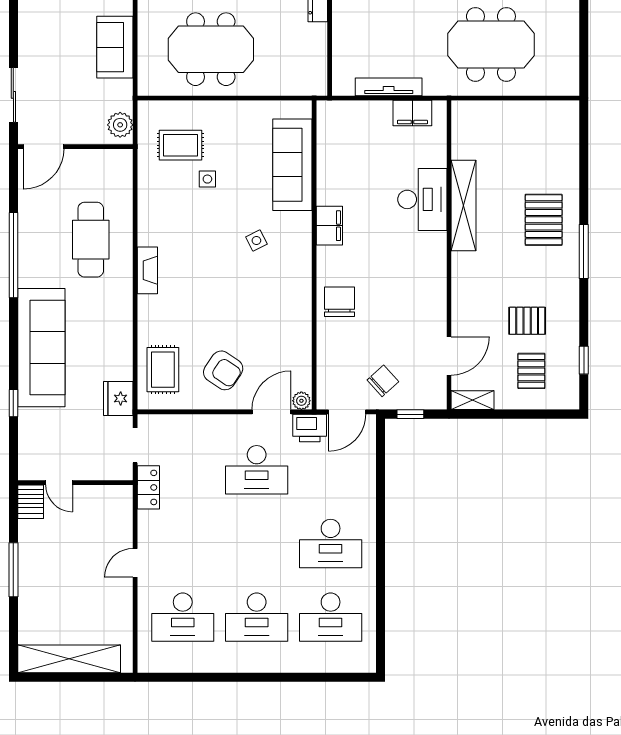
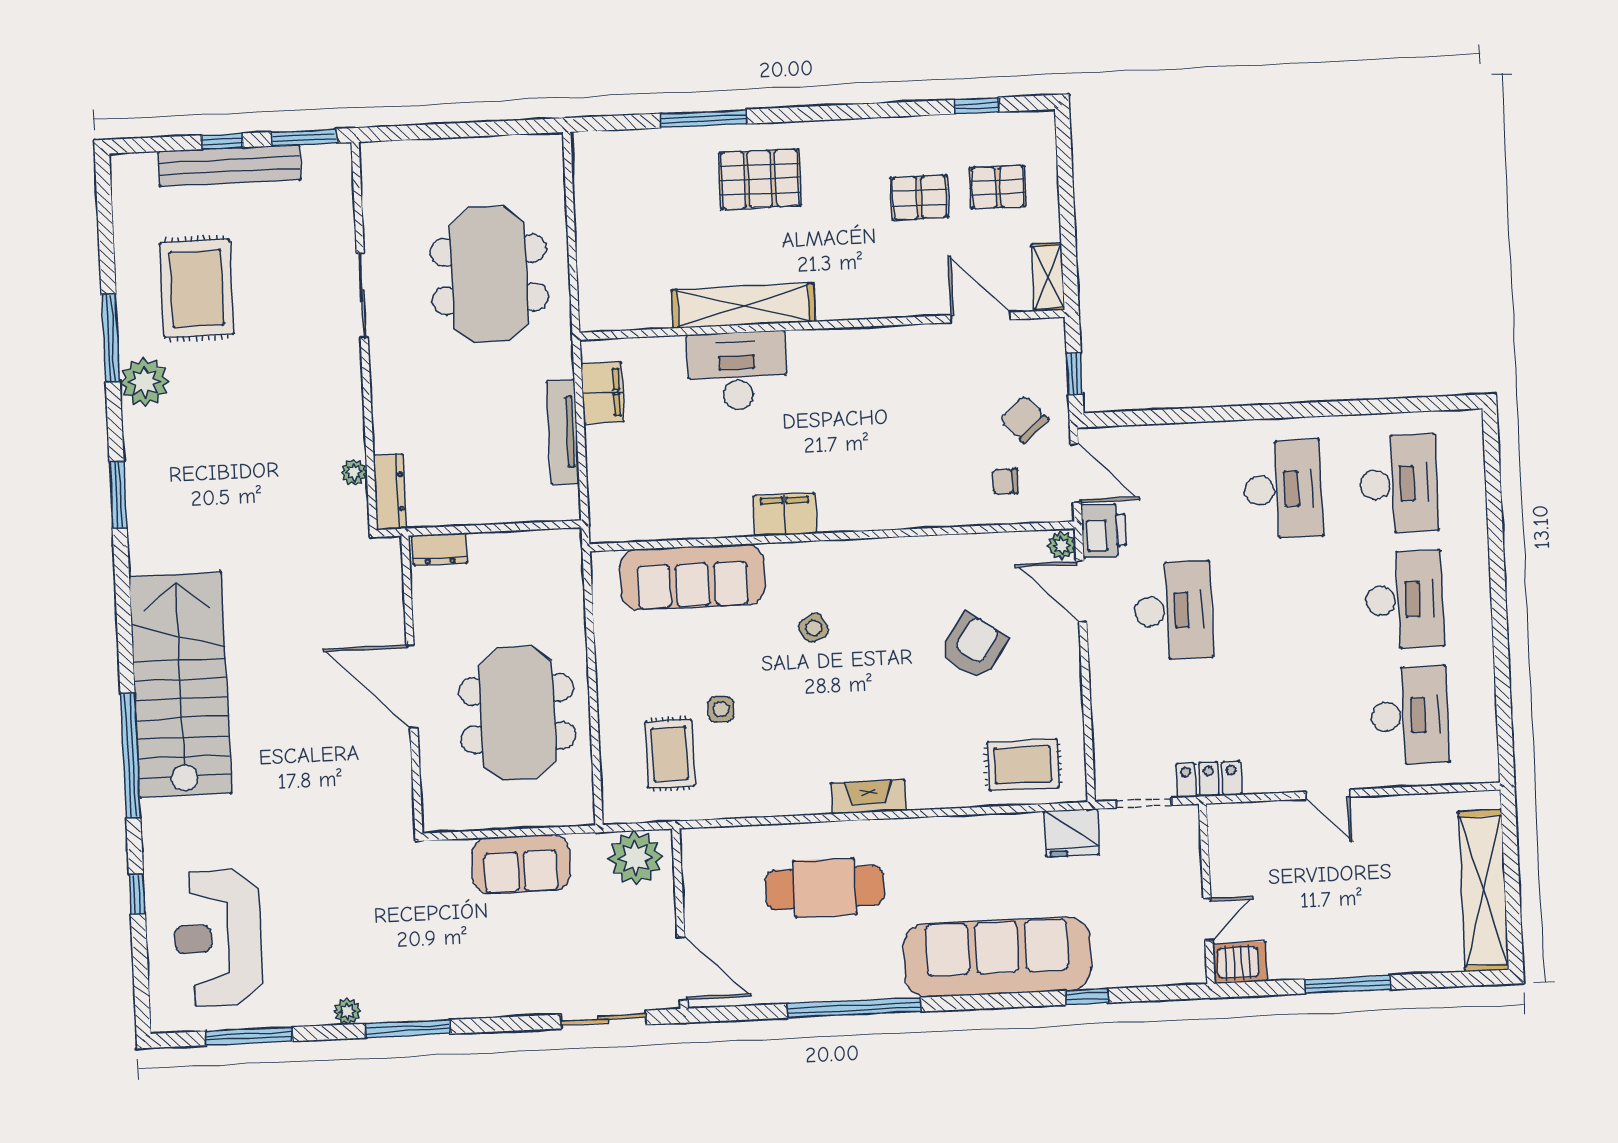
plant: (120, 125) -> (635, 858), width x1.36, depth x1.36
window: (584, 251) -> (704, 119), moved
chair: (339, 302) -> (1005, 482), moved, width x0.54, depth x0.54
pallet: (527, 321) -> (919, 197), turned 90
armchair: (223, 370) -> (973, 646), moved

